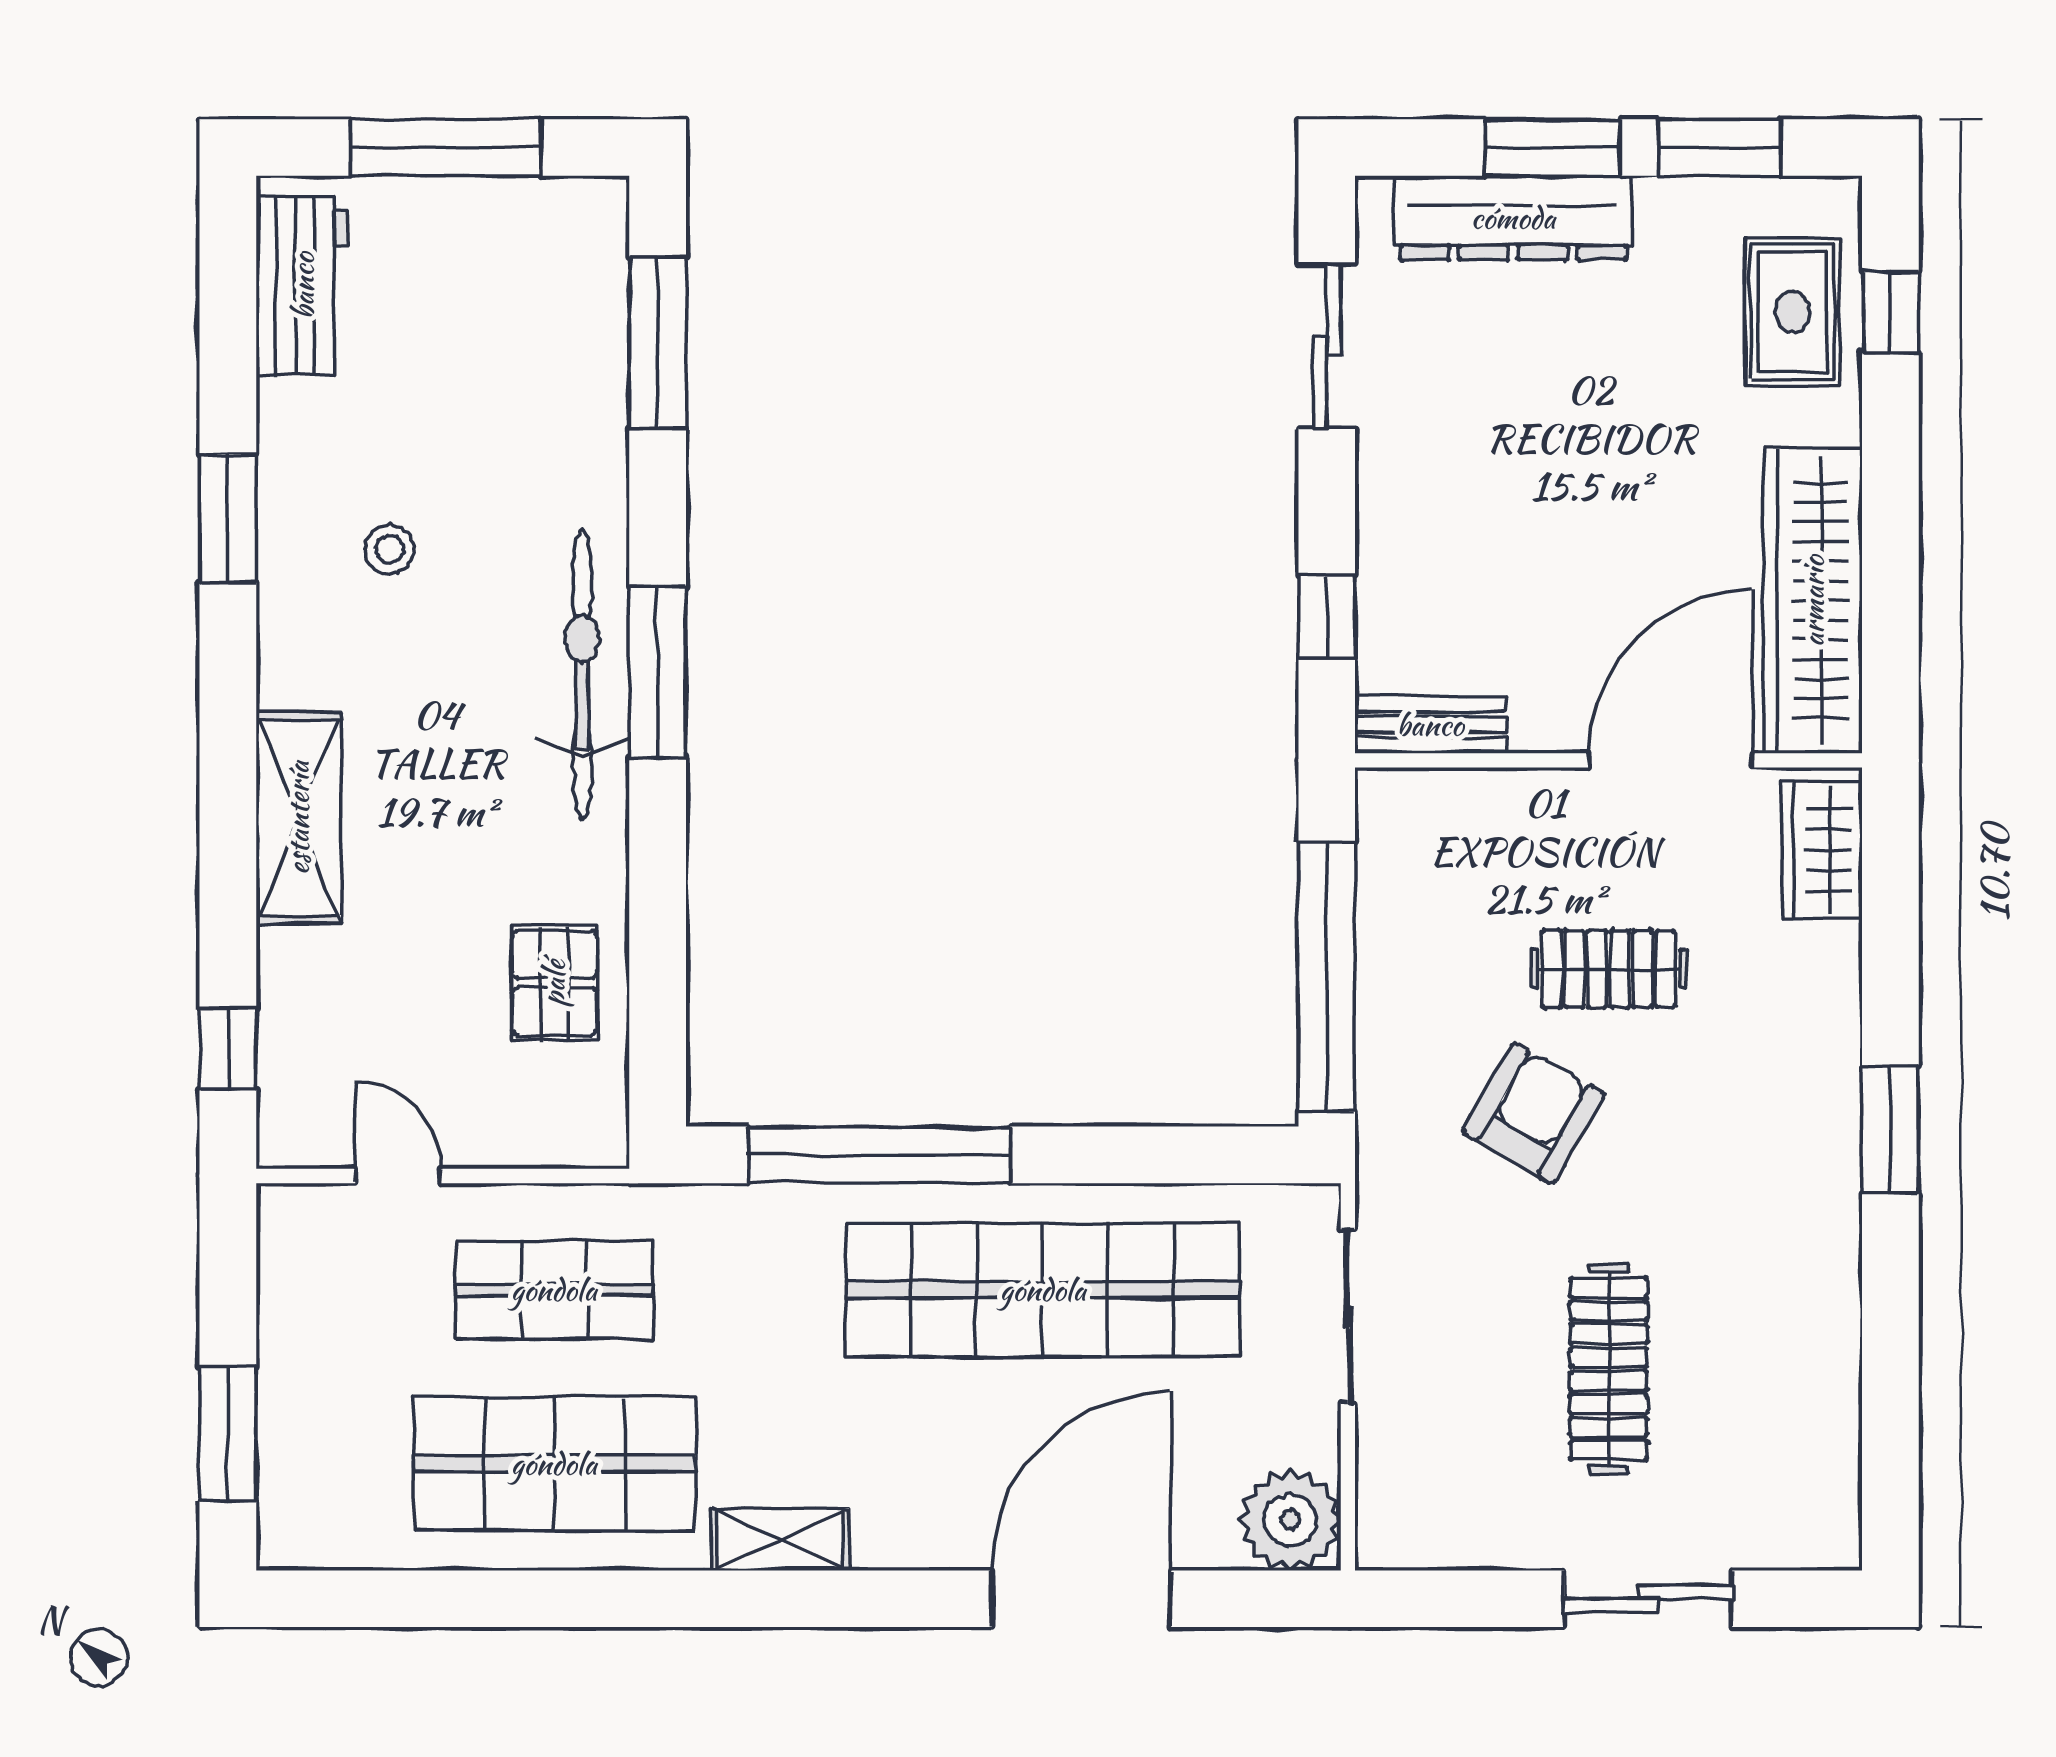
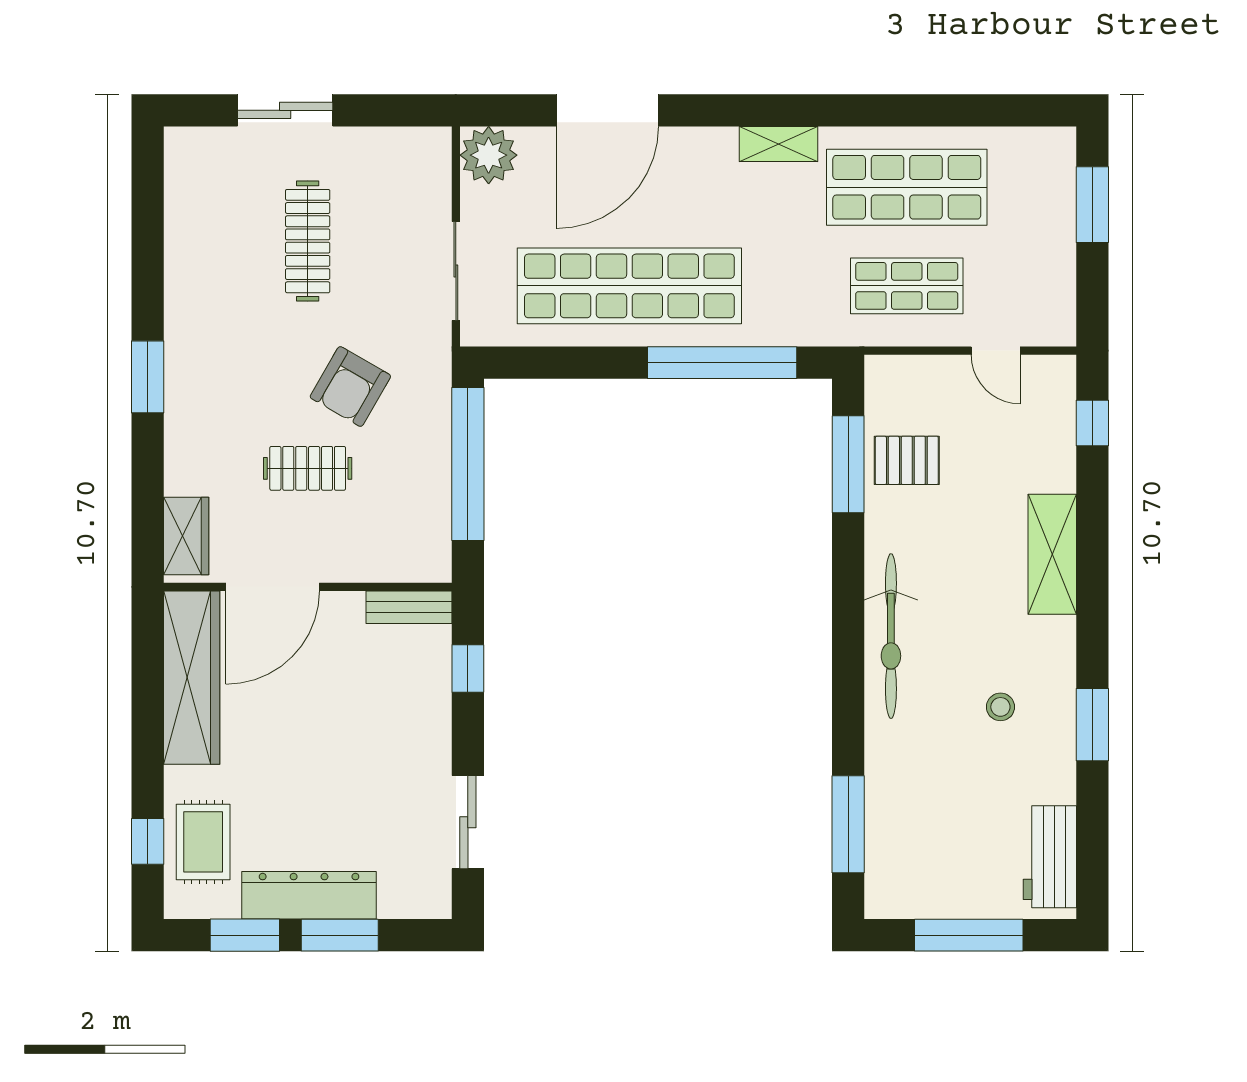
dresser: (1513, 218) -> (309, 895), moved
window: (658, 672) -> (848, 464), moved
pallet: (554, 983) -> (907, 460), turned 90

